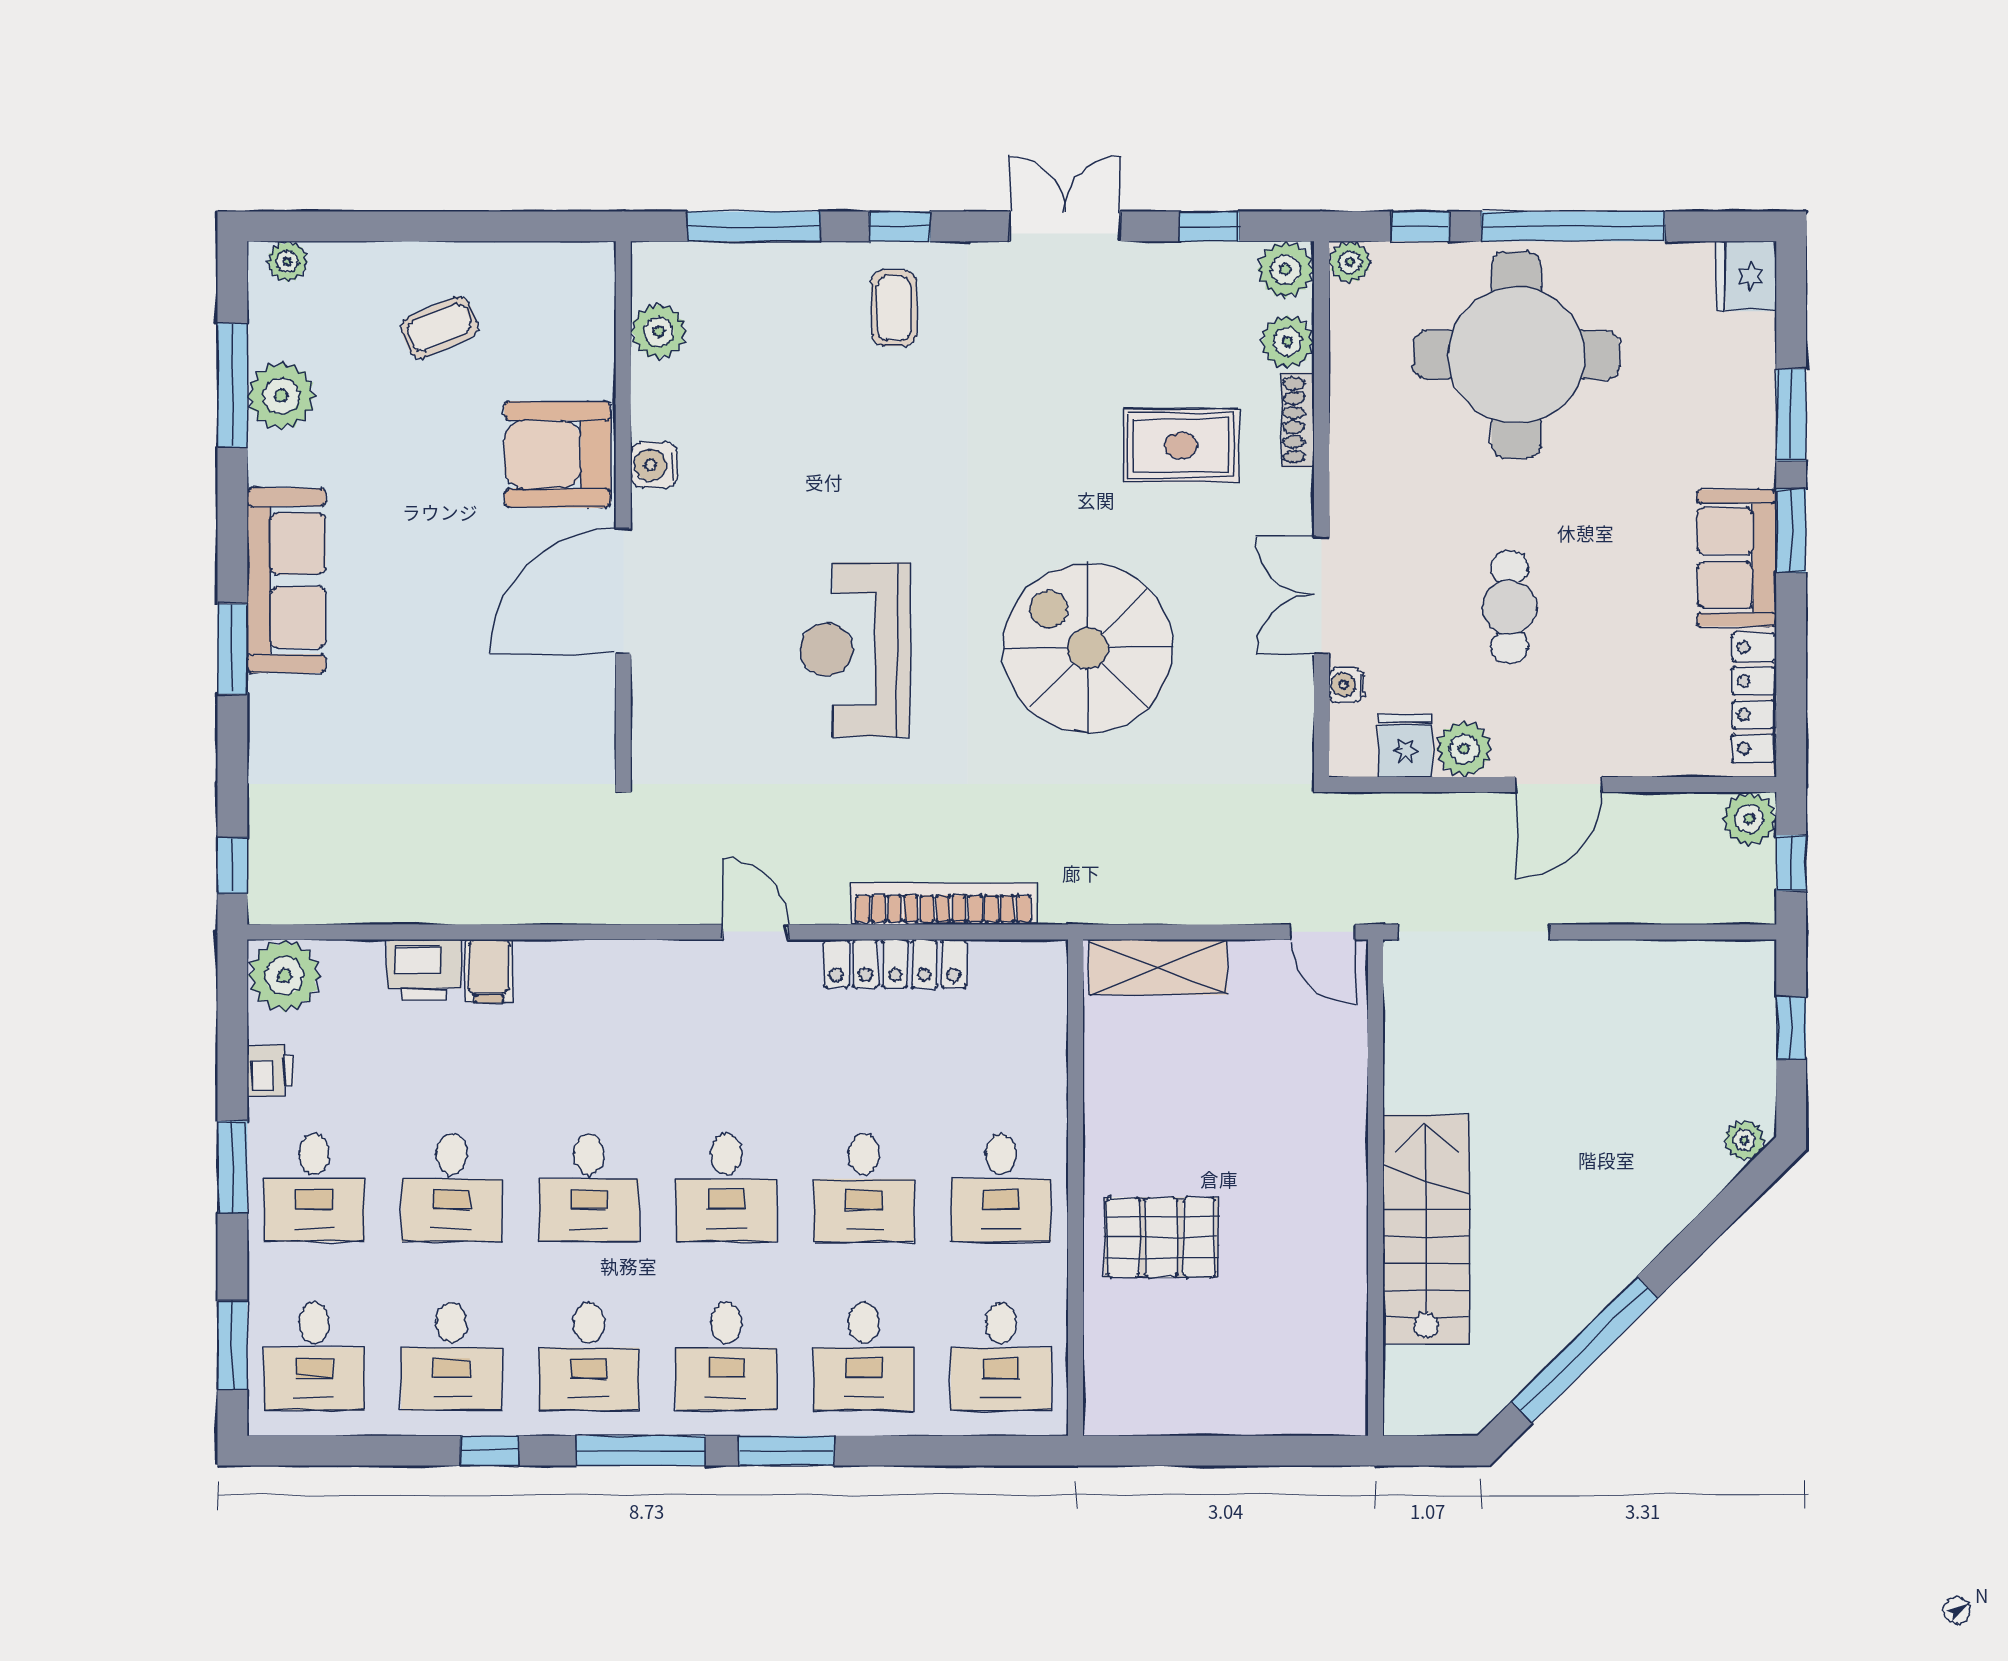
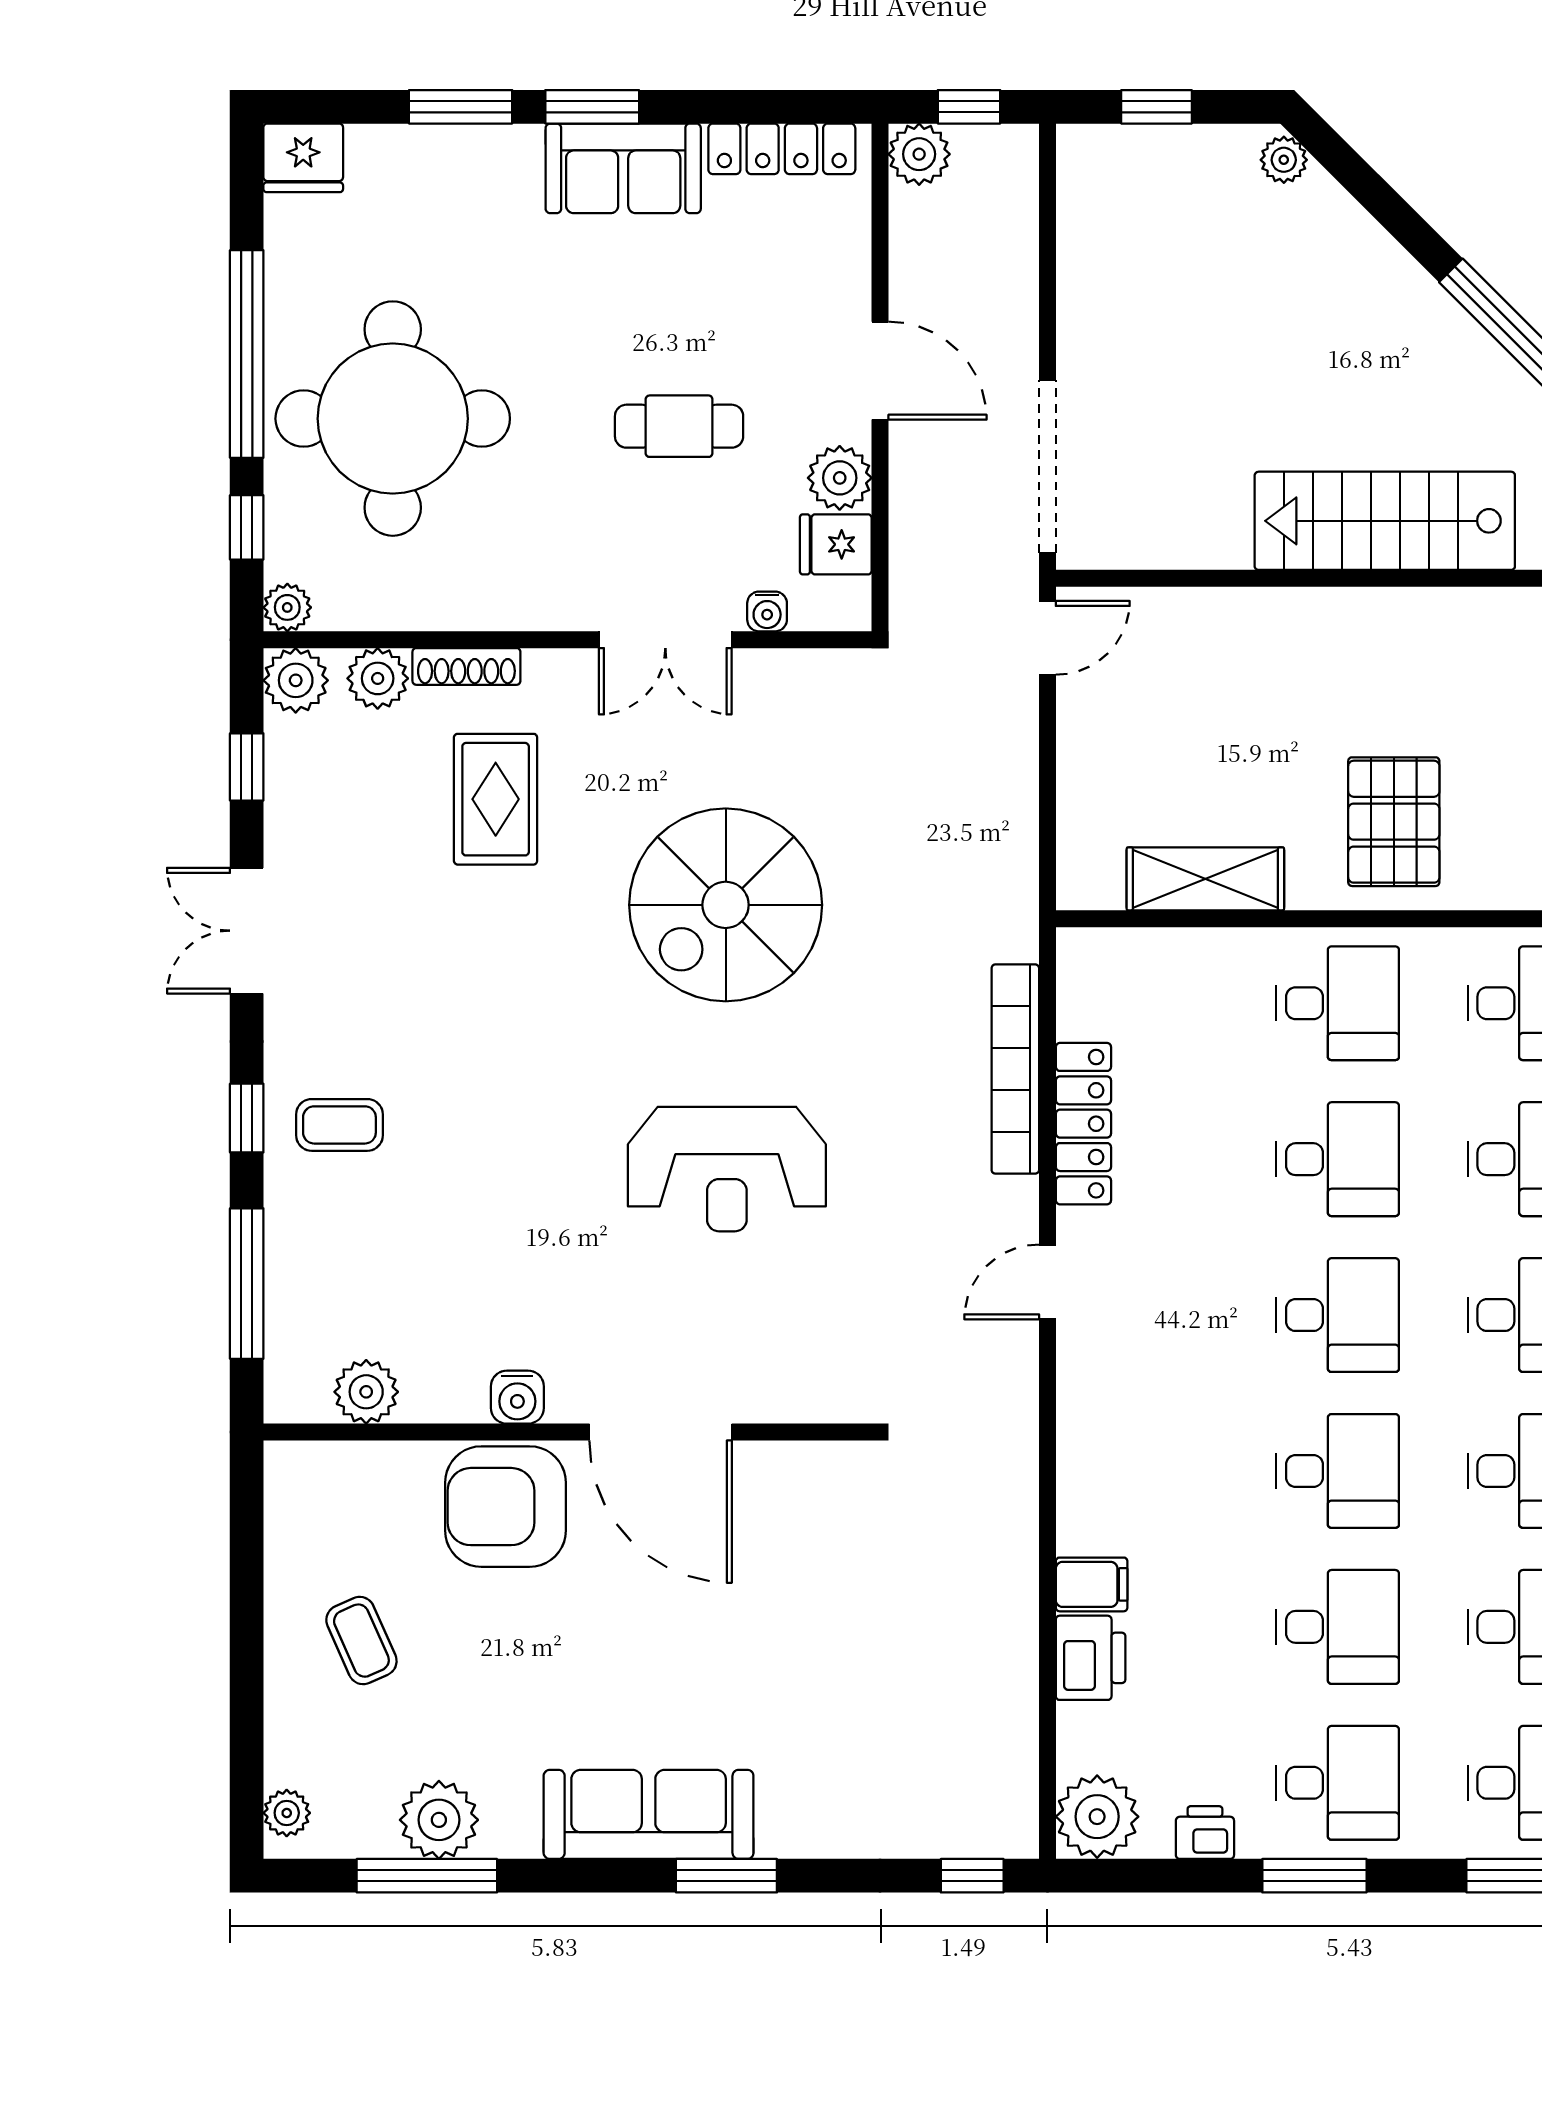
armchair: (558, 454) -> (505, 1507), turned 90
shelving: (1158, 967) -> (1205, 879), moved, turned 90

